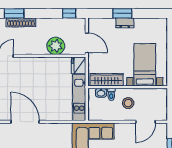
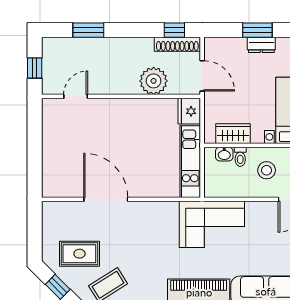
shoe rack: (21, 22) -> (177, 44), moved
wardrobe: (107, 80) -> (233, 134), width x0.67

